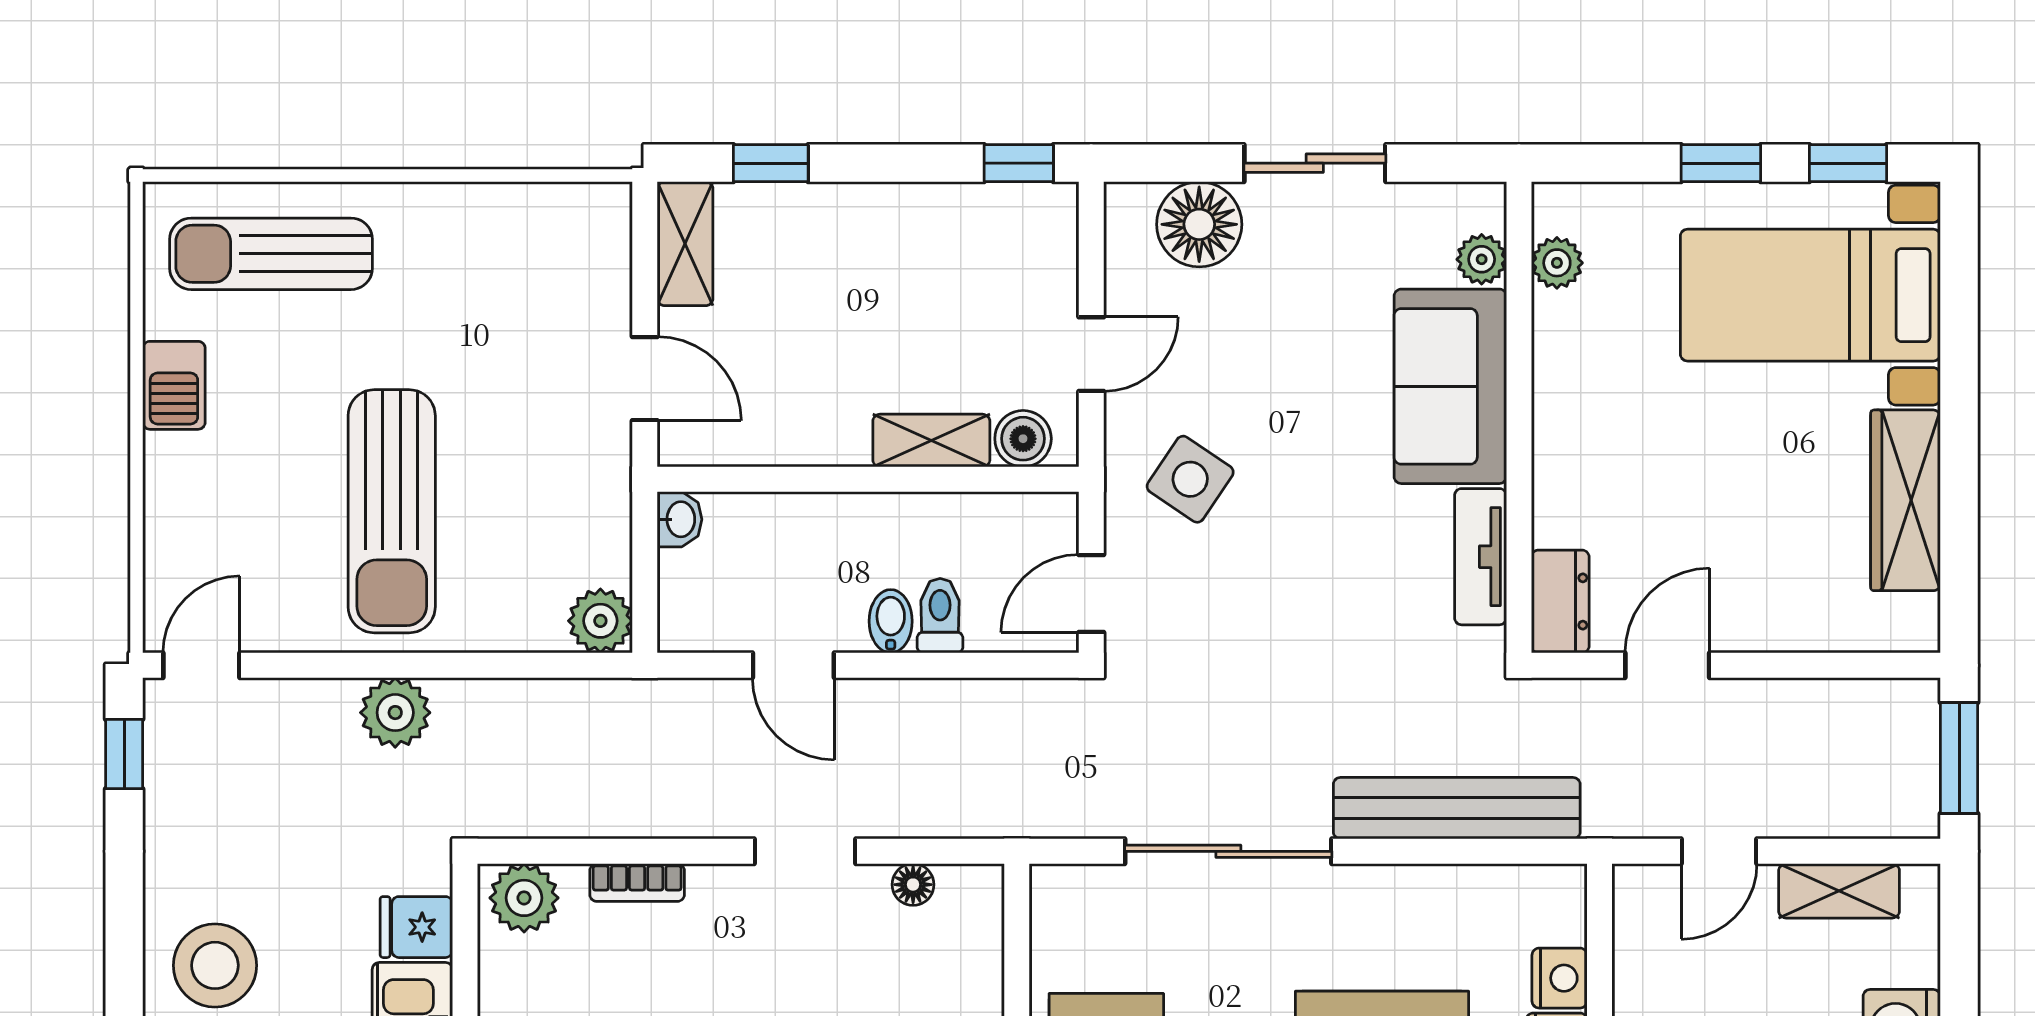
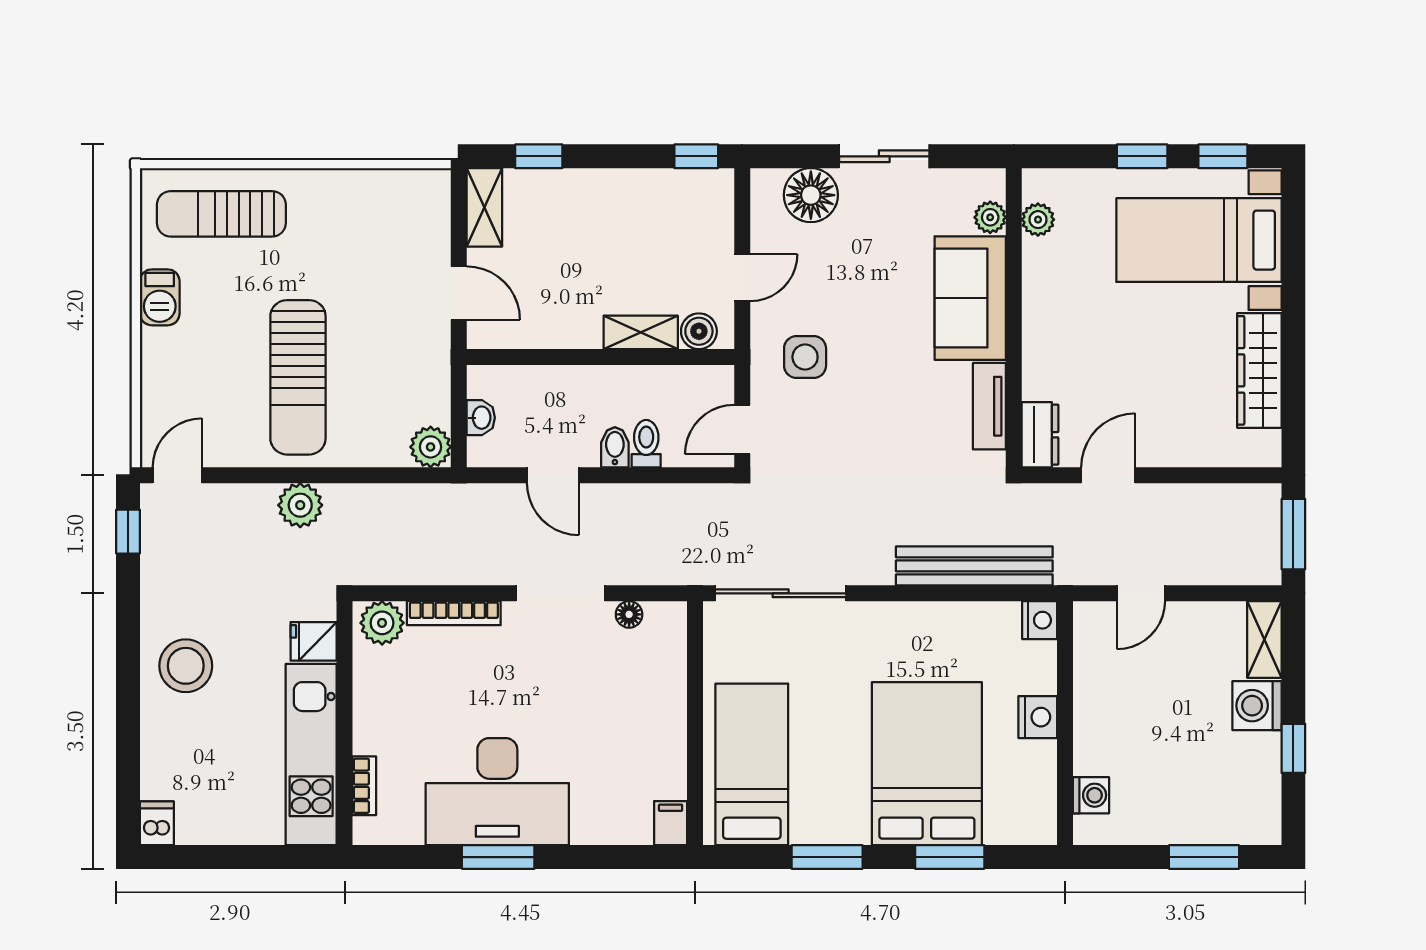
side table: (1190, 479) -> (805, 357), turned -34
washbasin: (680, 519) -> (481, 418), moved
doorway: (805, 851) -> (560, 593), width x1.38
sliding door: (1228, 851) -> (781, 593), moved
bookcase: (637, 883) -> (454, 613), width x1.56
shelving: (1839, 891) -> (1264, 640), moved, turned 90
nightstand: (1560, 978) -> (1040, 620), moved

